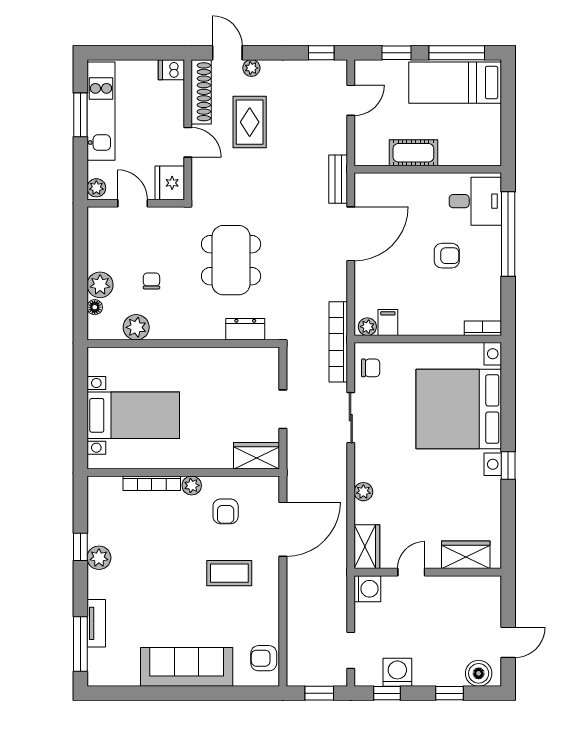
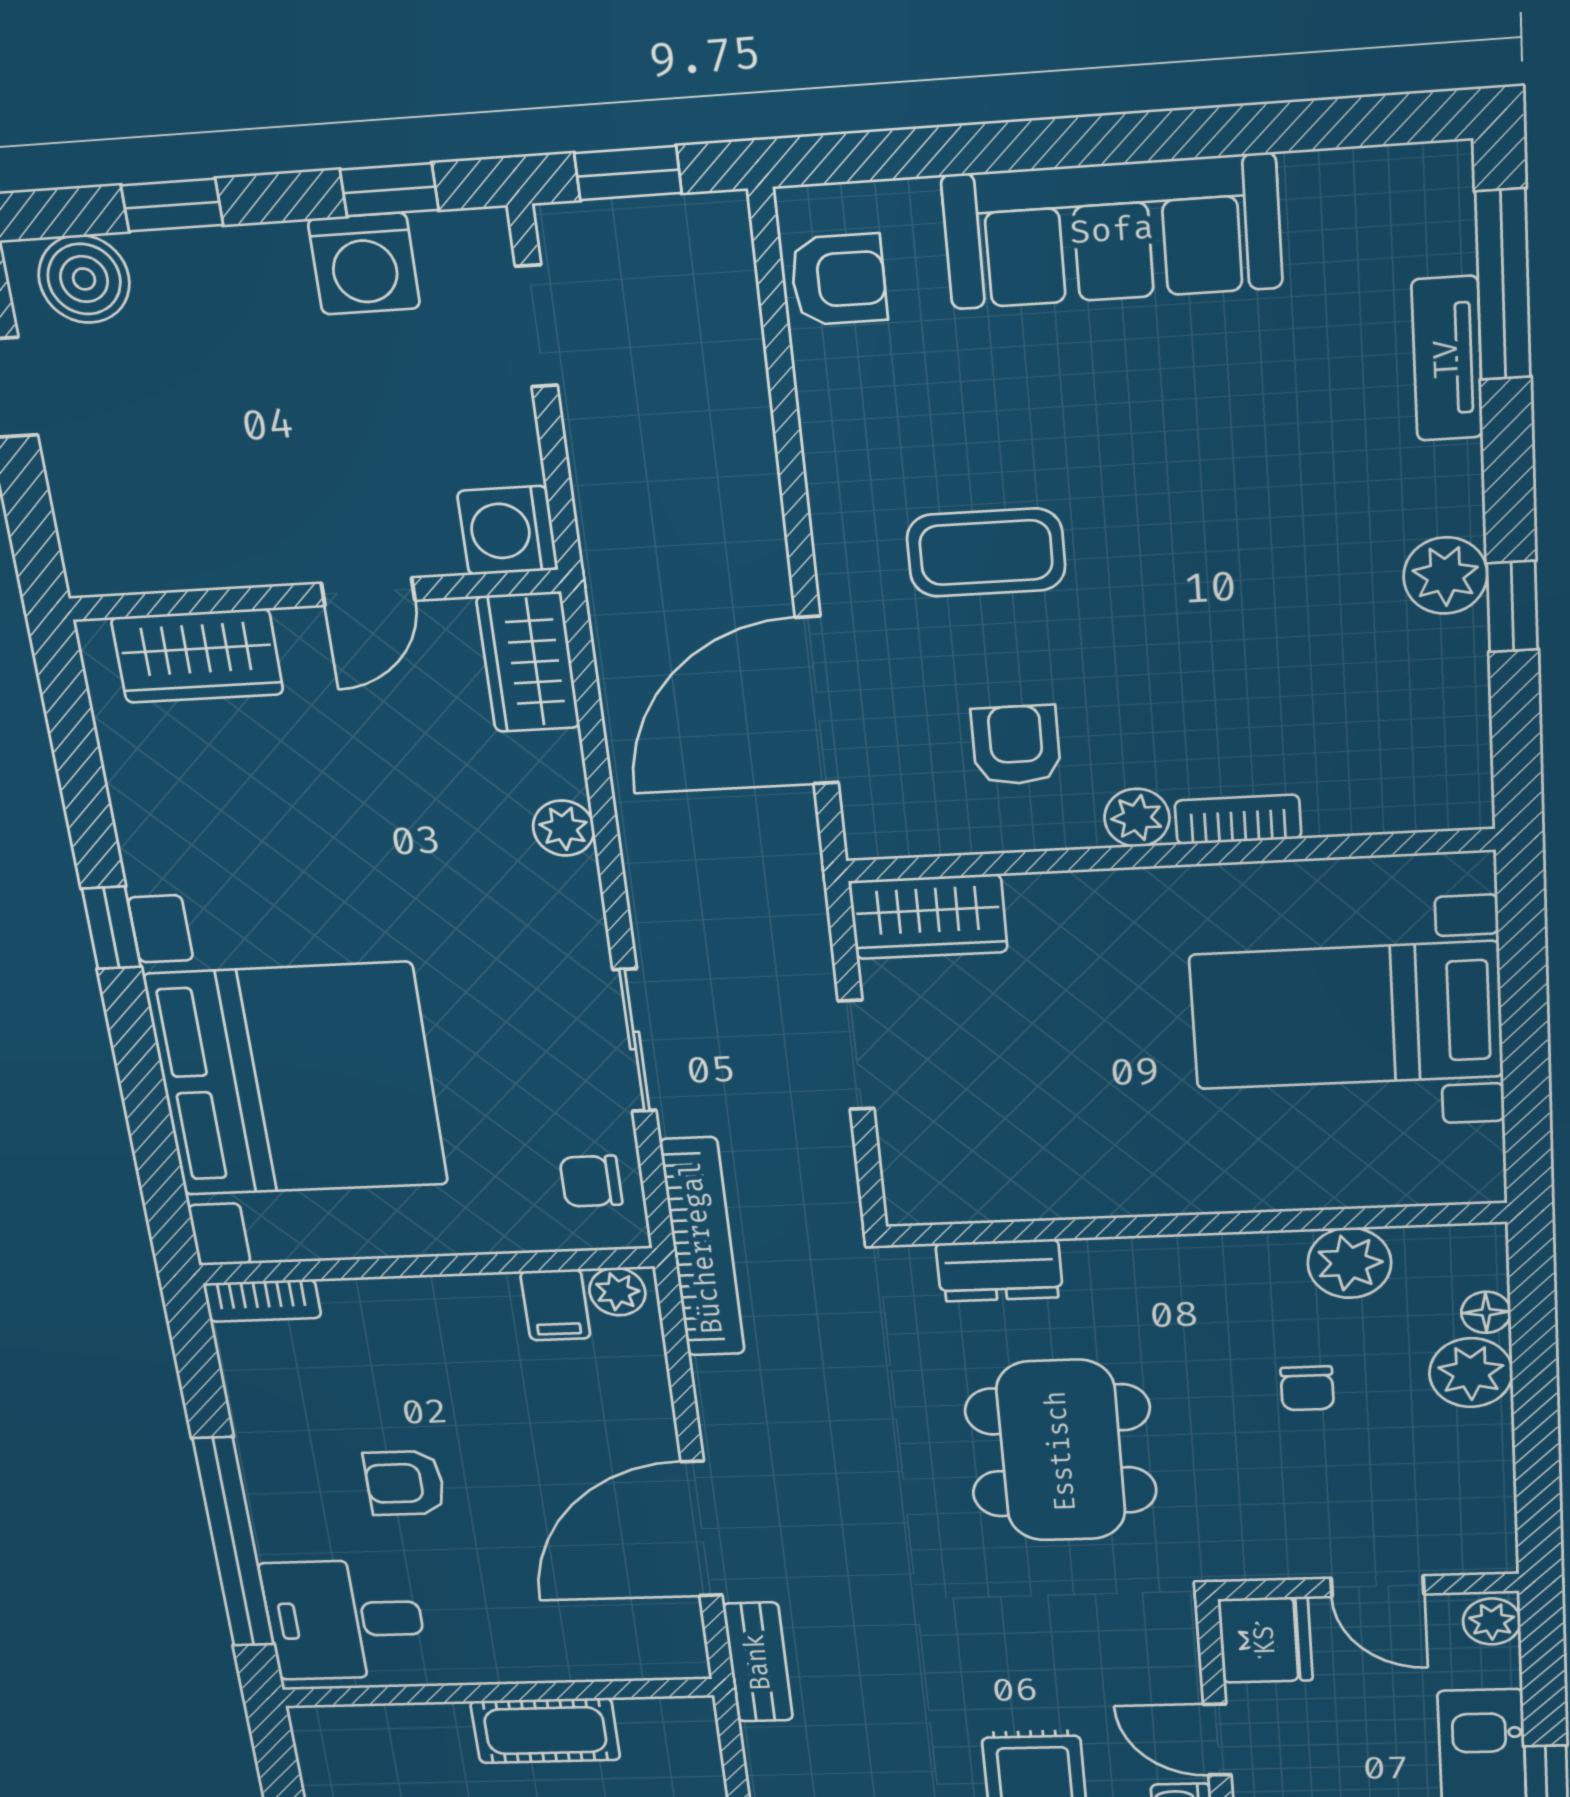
bookcase: (152, 483) -> (1238, 820), width x0.64

